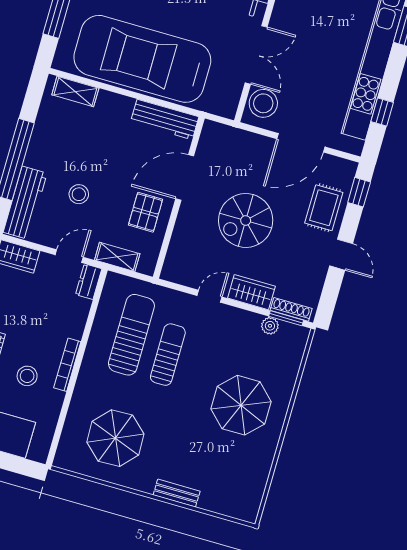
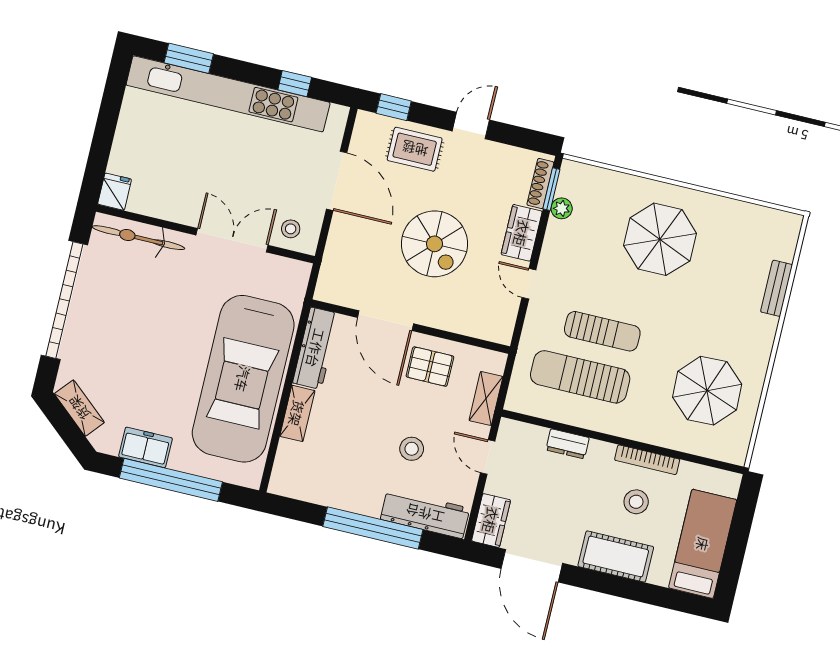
shelving: (75, 91) -> (297, 413), moved
stool: (263, 103) -> (291, 229), width x0.53, depth x0.53
dresser: (89, 282) -> (568, 444), moved
sun lounger: (168, 355) -> (602, 331), turned 180
bookcase: (67, 365) -> (647, 460), moved
bench: (177, 493) -> (777, 288), moved

